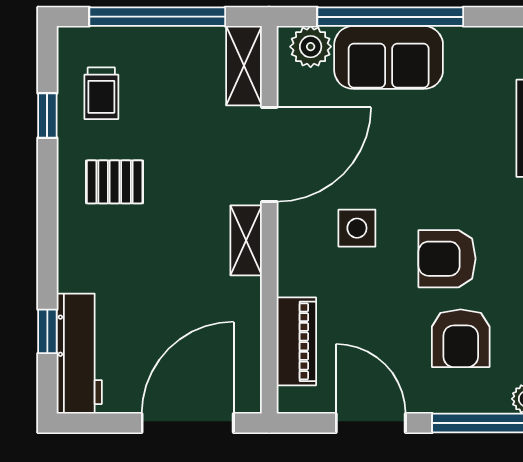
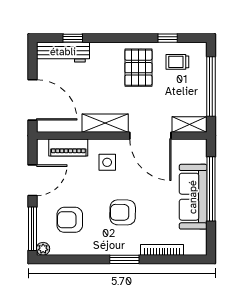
plant: (311, 47) -> (198, 154), removed
sofa: (389, 57) -> (193, 197), width x1.36
pallet: (115, 182) -> (138, 68), width x1.50, depth x1.42
side table: (357, 228) -> (107, 162), moved
shelving: (246, 240) -> (105, 123), width x1.50, depth x1.33
armchair: (447, 259) -> (123, 212), moved, turned -89

